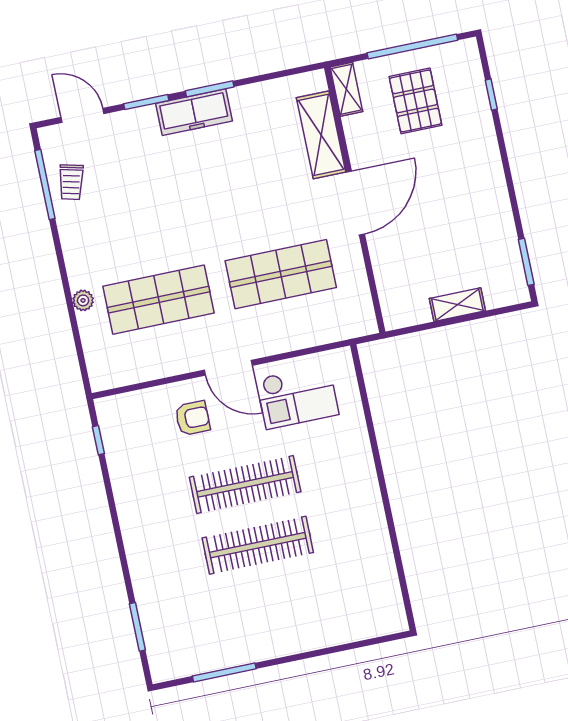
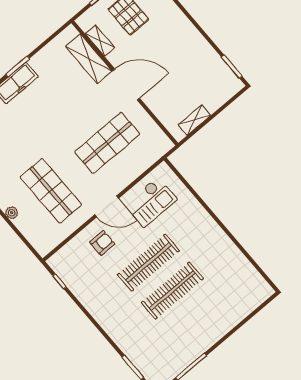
shelving: (346, 89) -> (100, 41), moved
door: (355, 203) -> (126, 84), hinge flipped
shop shelf: (159, 300) -> (51, 191), turned 90
shelving: (457, 305) -> (194, 120), moved

